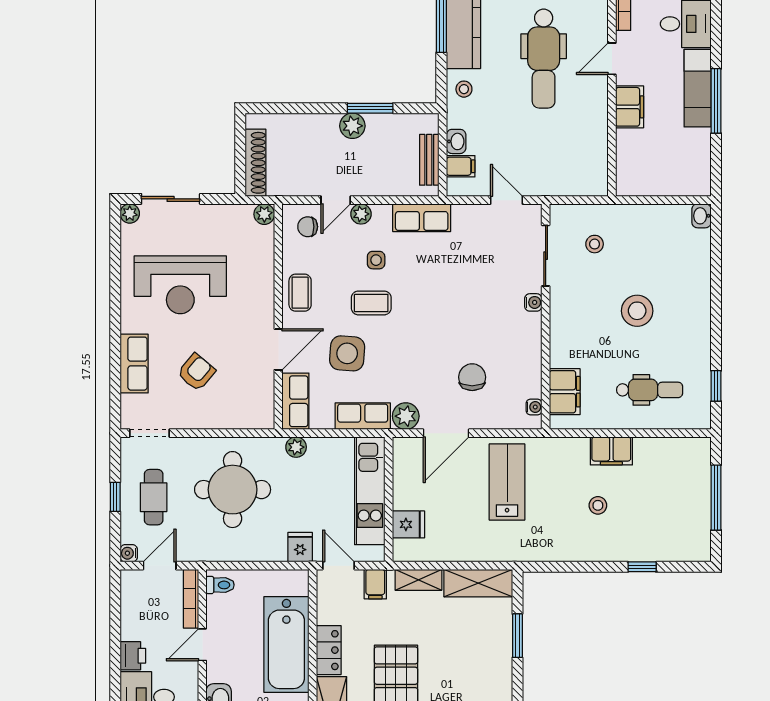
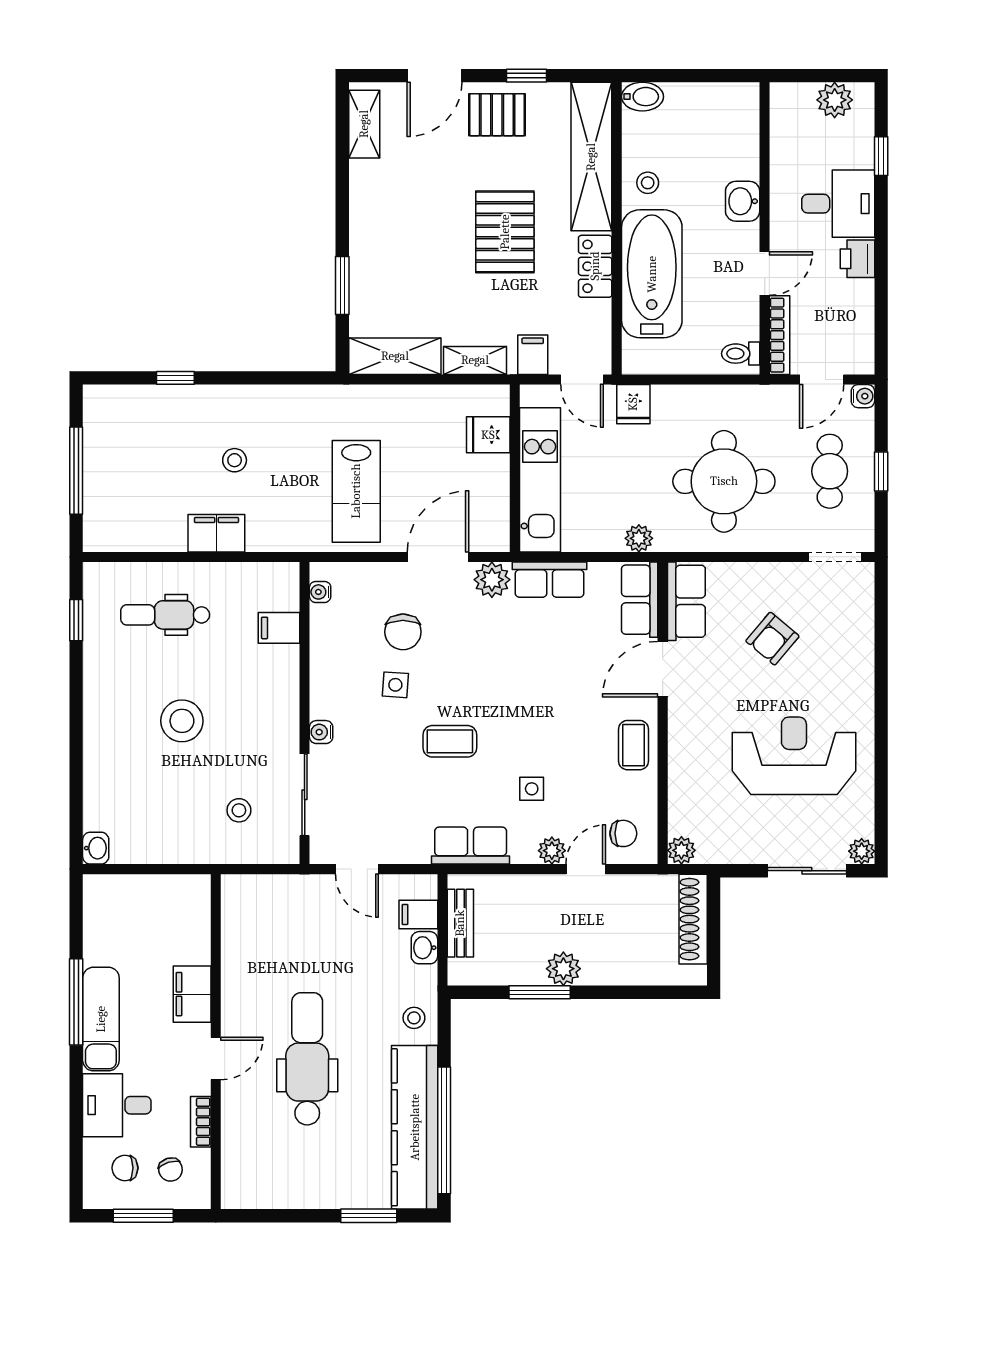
coffee table: (371, 303) -> (450, 741), moved
side table: (347, 353) -> (395, 685), moved, width x0.54, depth x0.54
row of seats: (134, 364) -> (686, 601), moved, turned 180
filing cabinet: (565, 392) -> (279, 628), width x0.50

